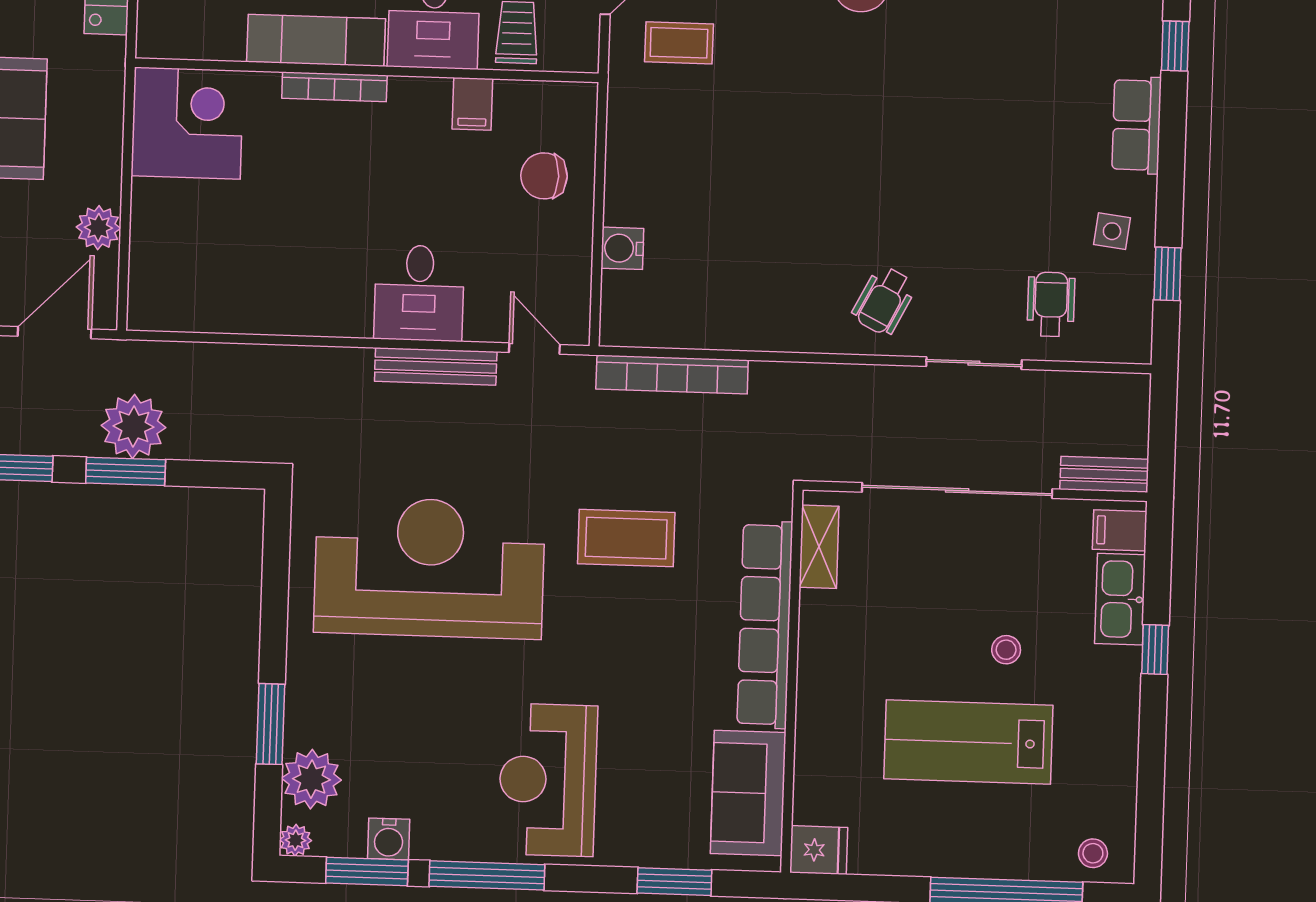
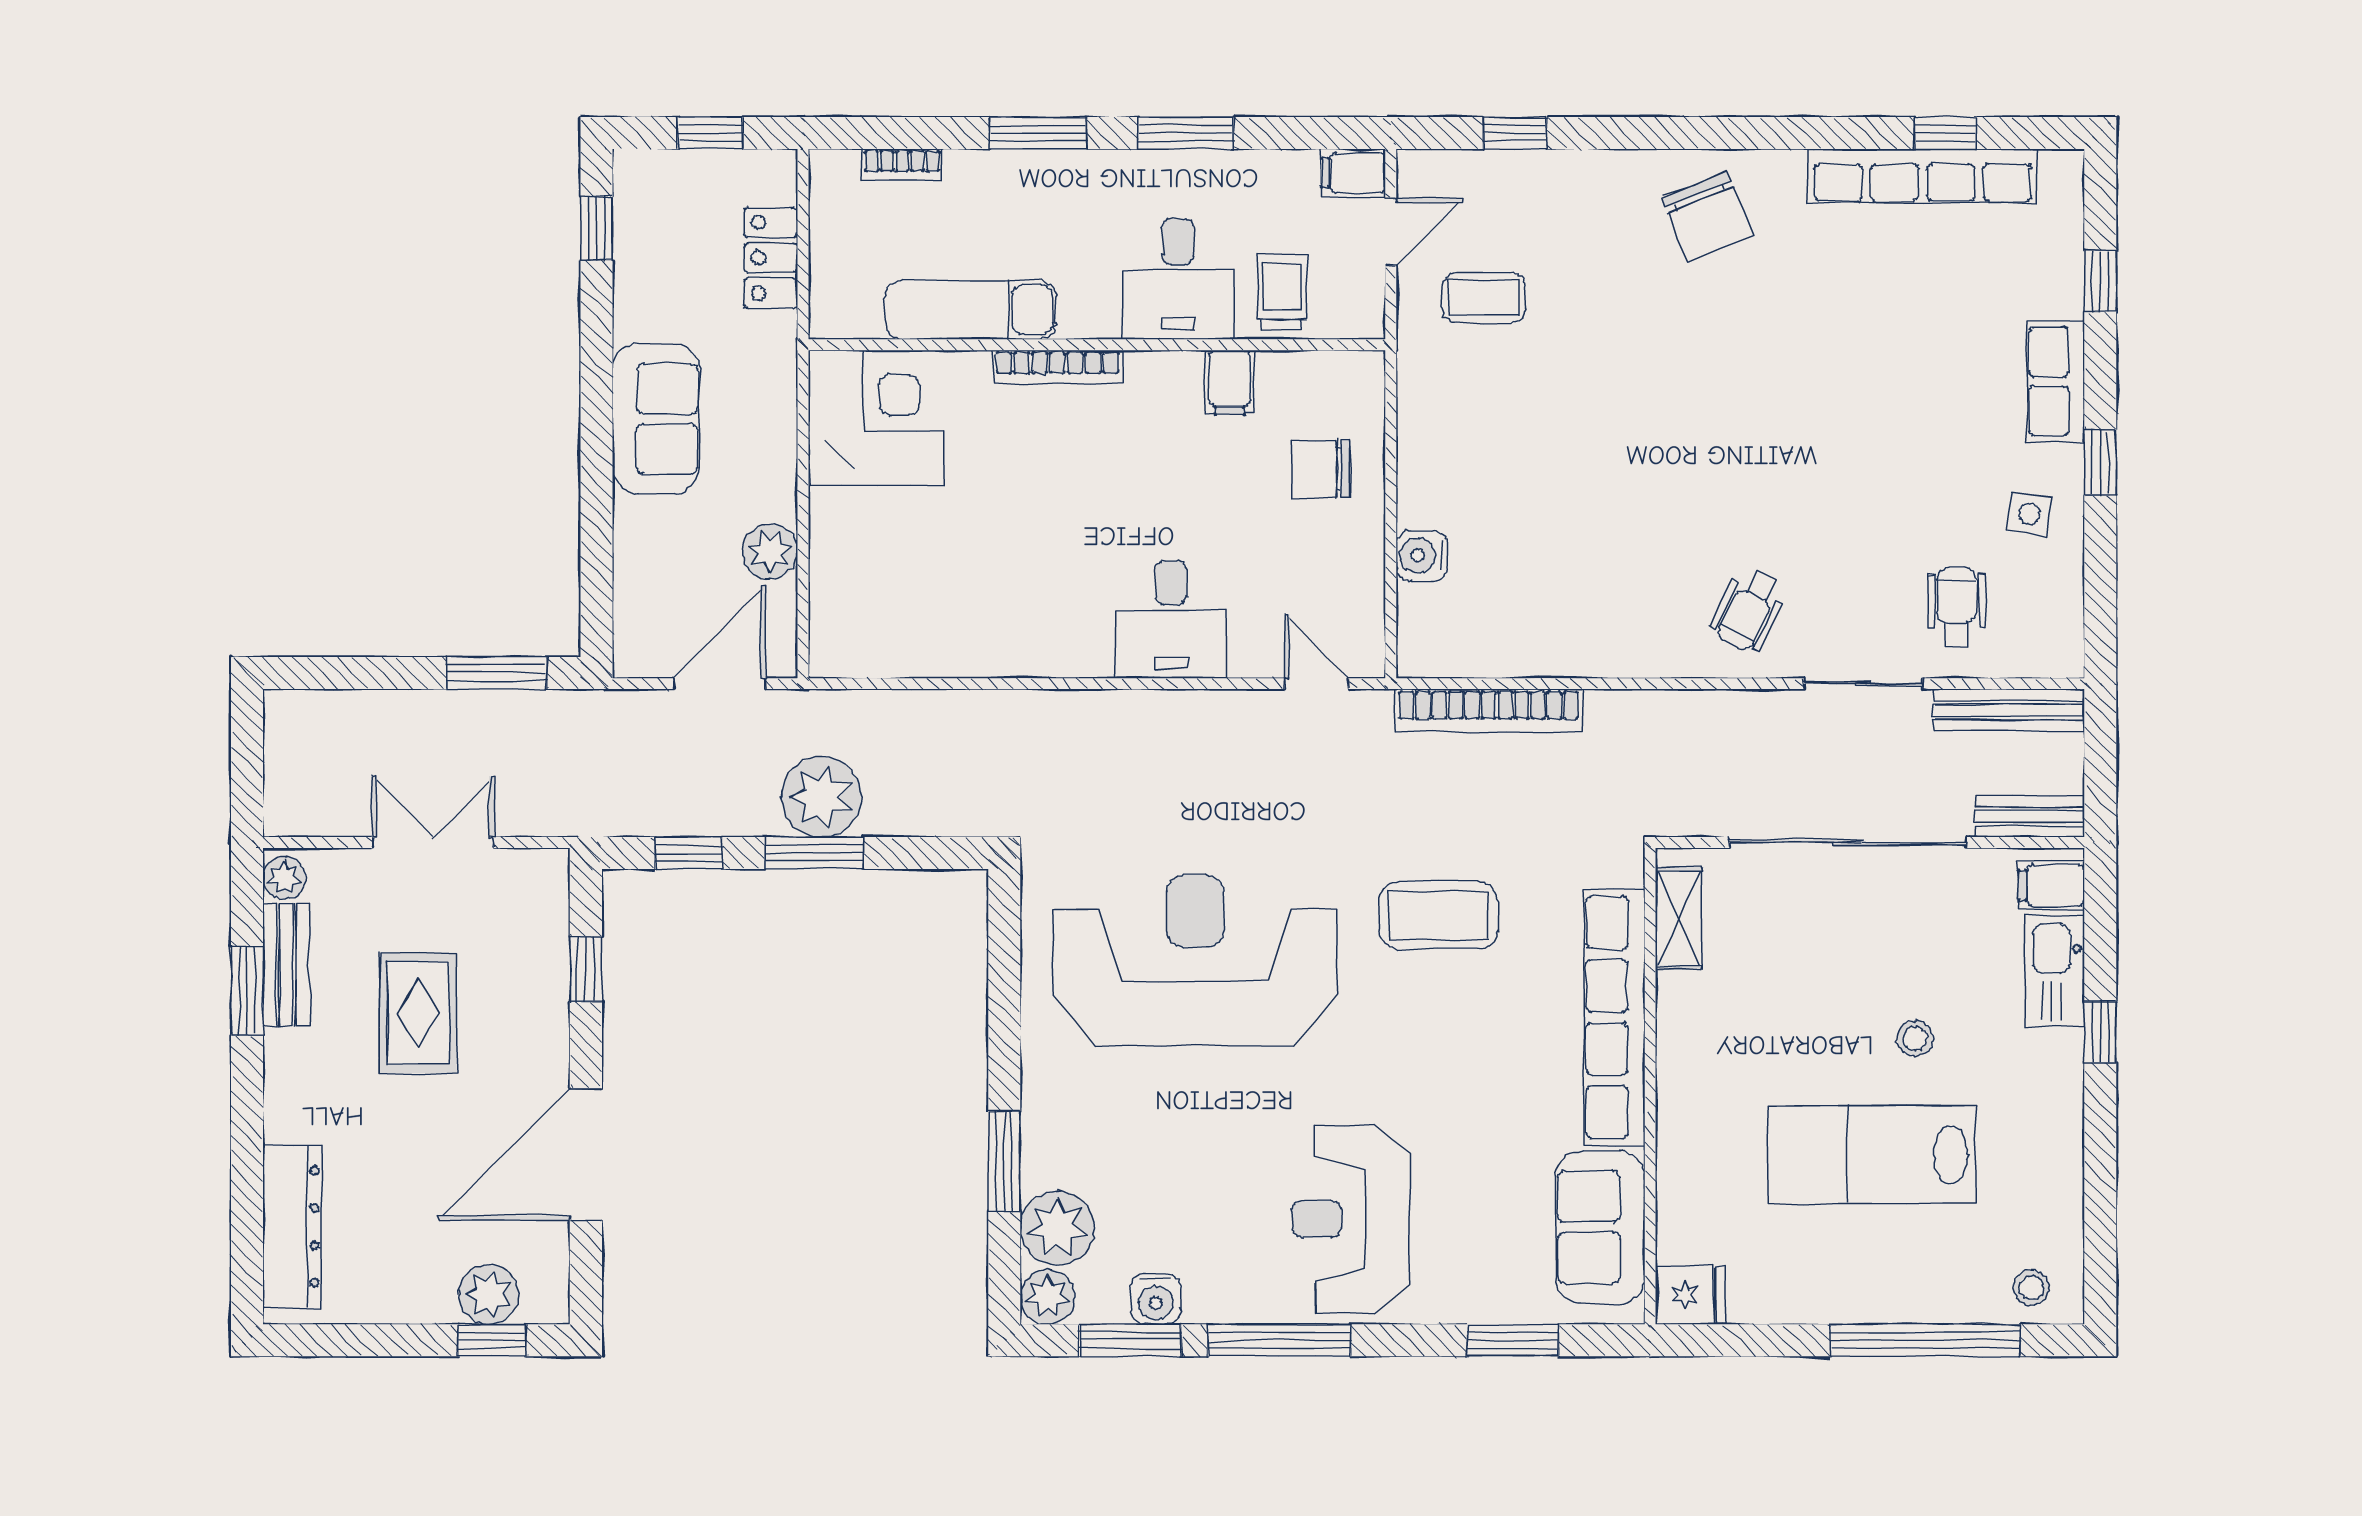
exam couch: (316, 40) -> (971, 310), moved
window: (1168, 274) -> (2100, 462), moved
bench: (436, 367) -> (2009, 710), moved
plant: (296, 840) -> (1048, 1297), width x1.38, depth x1.38

